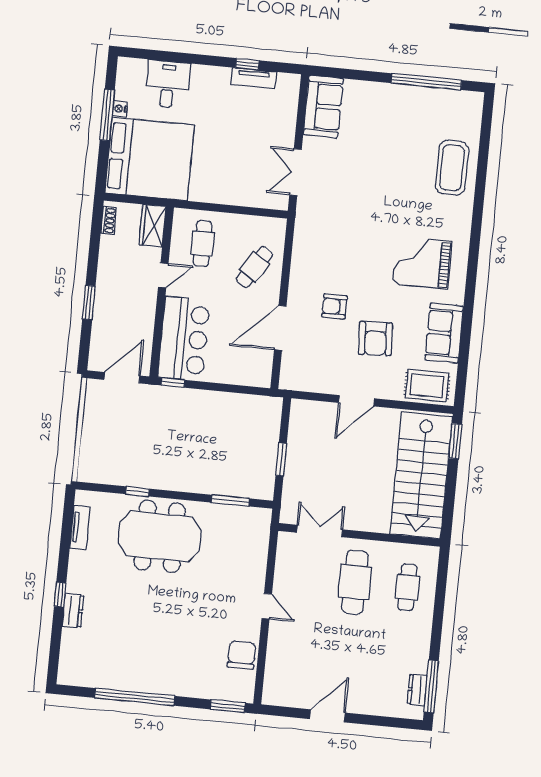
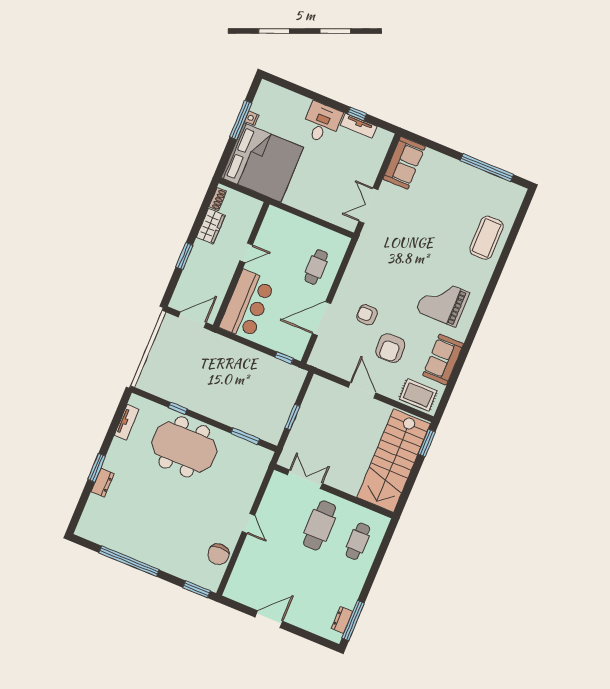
desk: (168, 84) -> (322, 123), moved
wardrobe: (152, 226) -> (211, 226), moved, turned 180
cafe table: (202, 244) -> (283, 238), removed
cafe table: (254, 267) -> (316, 267), turned -33
window: (173, 383) -> (284, 358), moved
door: (356, 401) -> (362, 390), swing flipped
window: (60, 595) -> (97, 468), width x1.50
chair: (242, 655) -> (218, 554), turned 180

